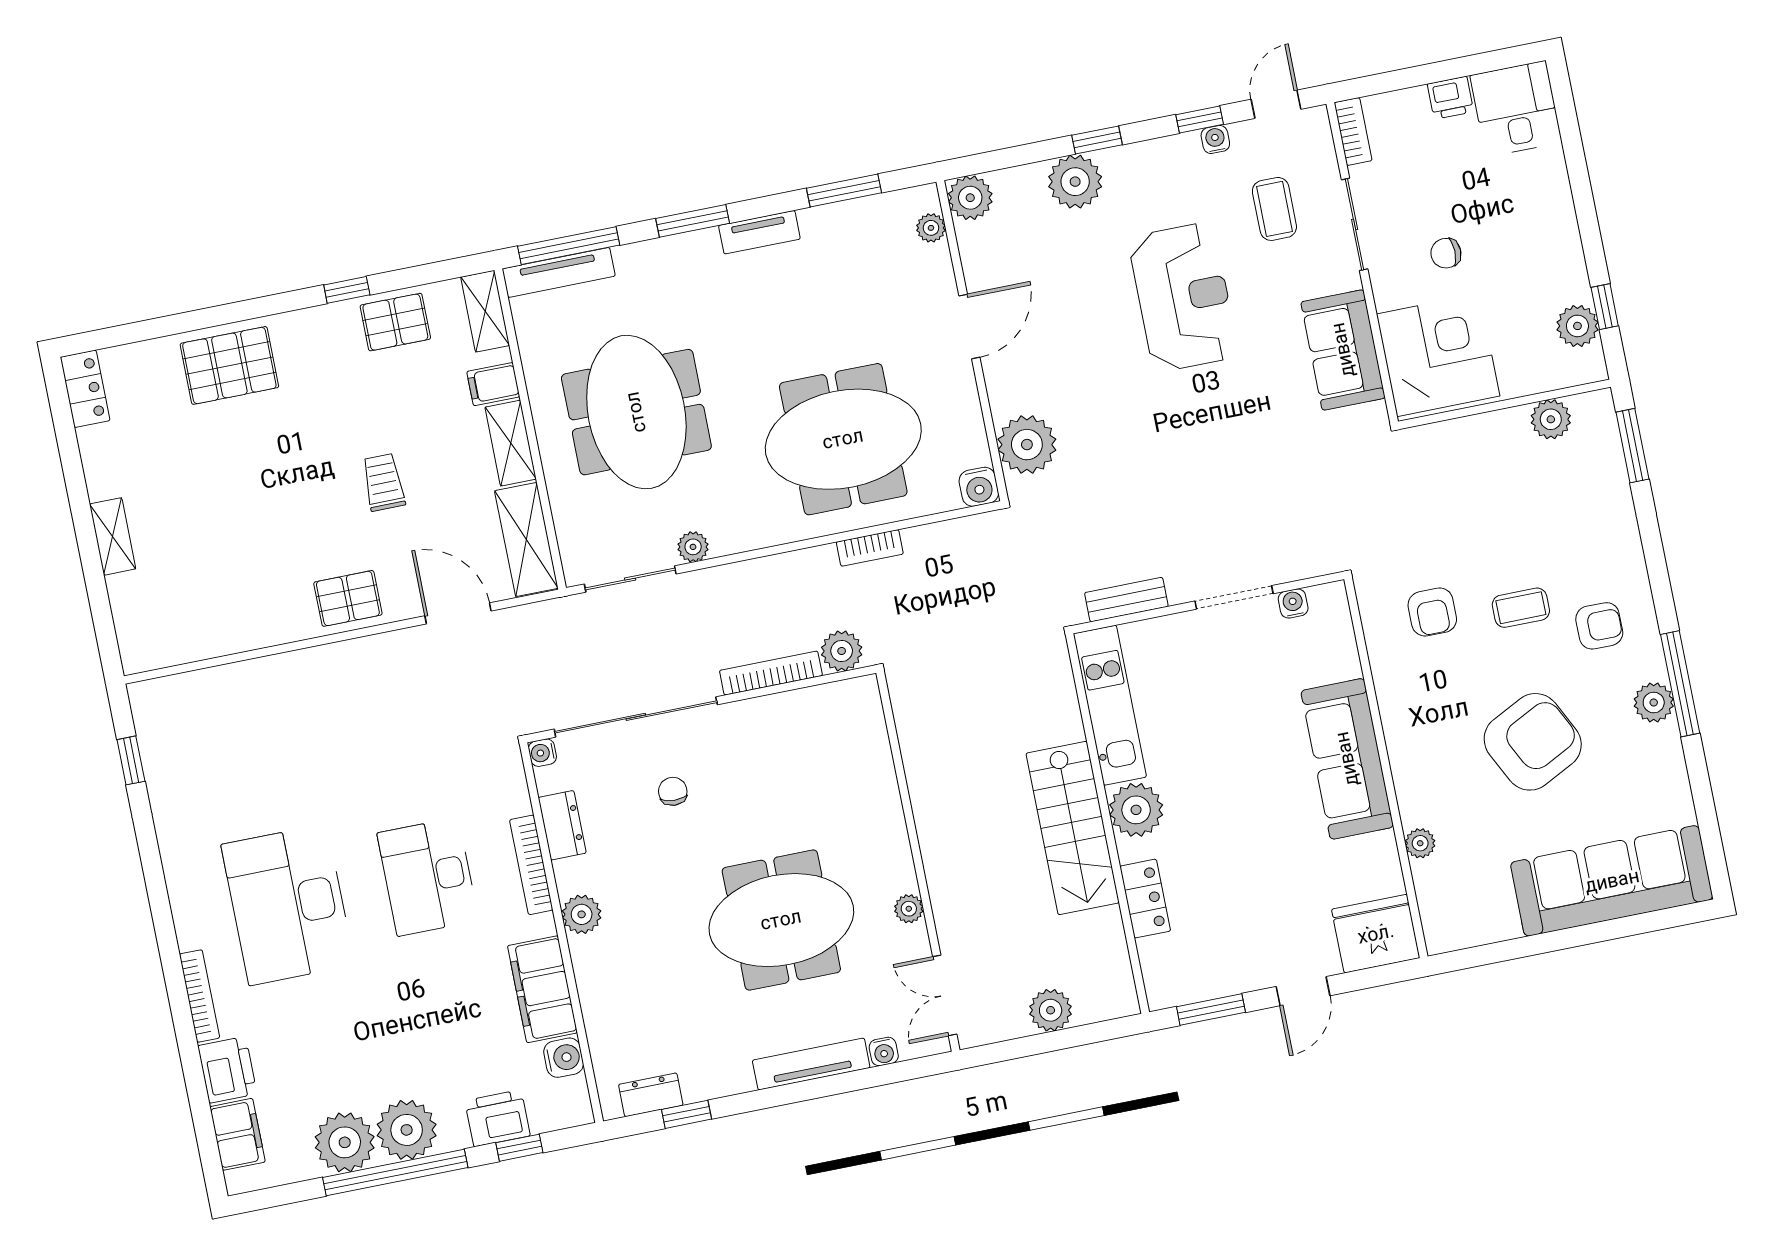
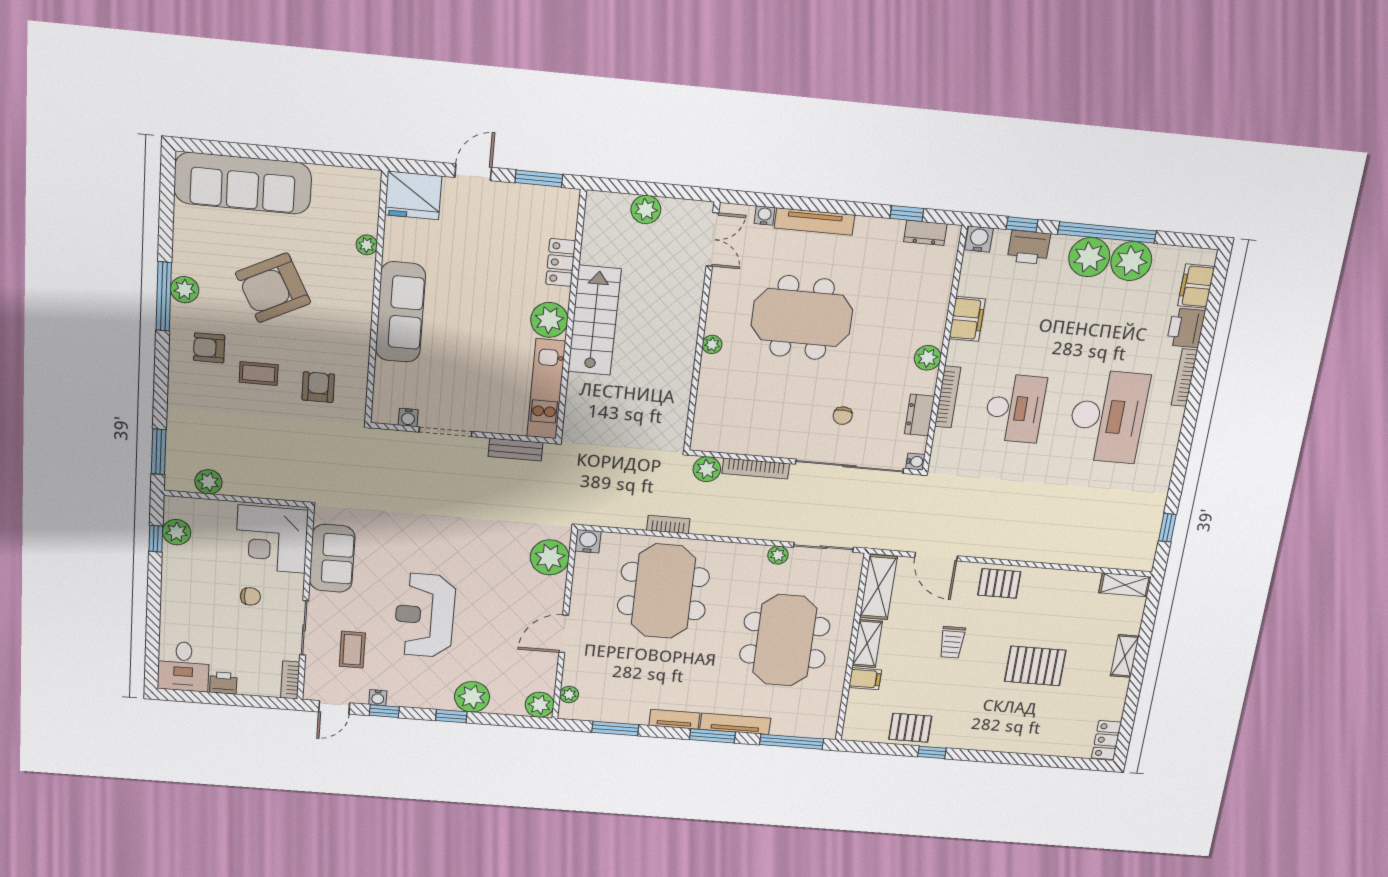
tv unit: (559, 272) -> (735, 724), moved
shelving: (485, 311) -> (1125, 585), moved, turned 90
pallet: (229, 365) -> (1035, 666), moved
meeting table: (843, 439) -> (663, 591), turned 90
plant: (909, 909) -> (712, 344), moved
filing cabinet: (542, 989) -> (967, 319), width x0.67, depth x0.86
water cooler: (564, 1058) -> (979, 239), moved, turned 90

